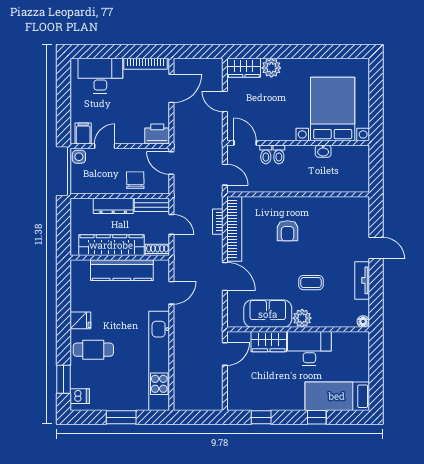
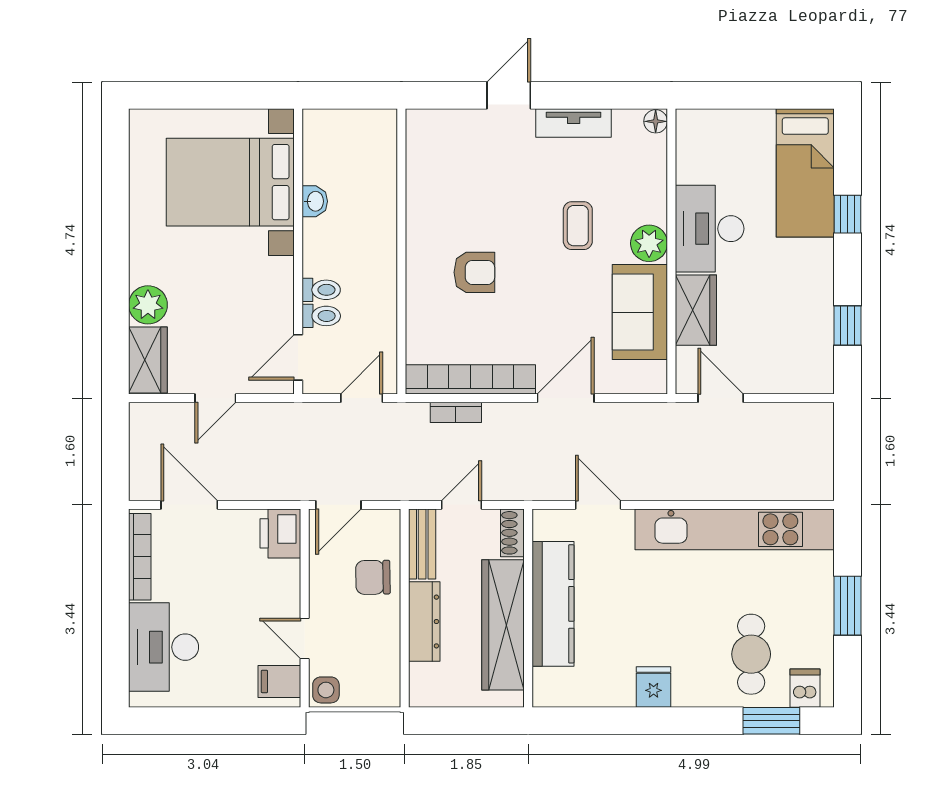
cafe table: (93, 350) -> (751, 654), moved

